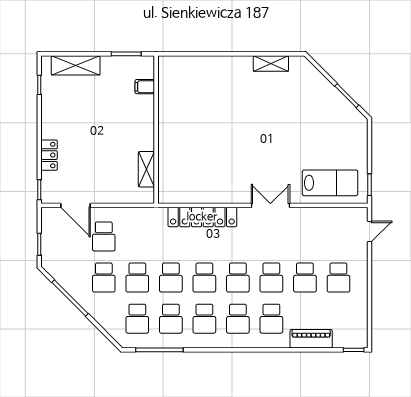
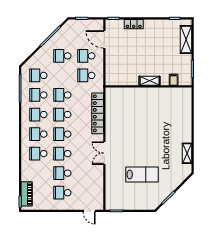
shelving: (146, 169) -> (150, 81), moved
lab bench: (330, 183) -> (142, 174), moved, turned -90
door: (76, 205) -> (104, 39), hinge flipped
double door: (270, 205) -> (104, 153), swing flipped
school desk: (137, 278) -> (86, 75), moved
piano: (311, 339) -> (27, 194), moved

